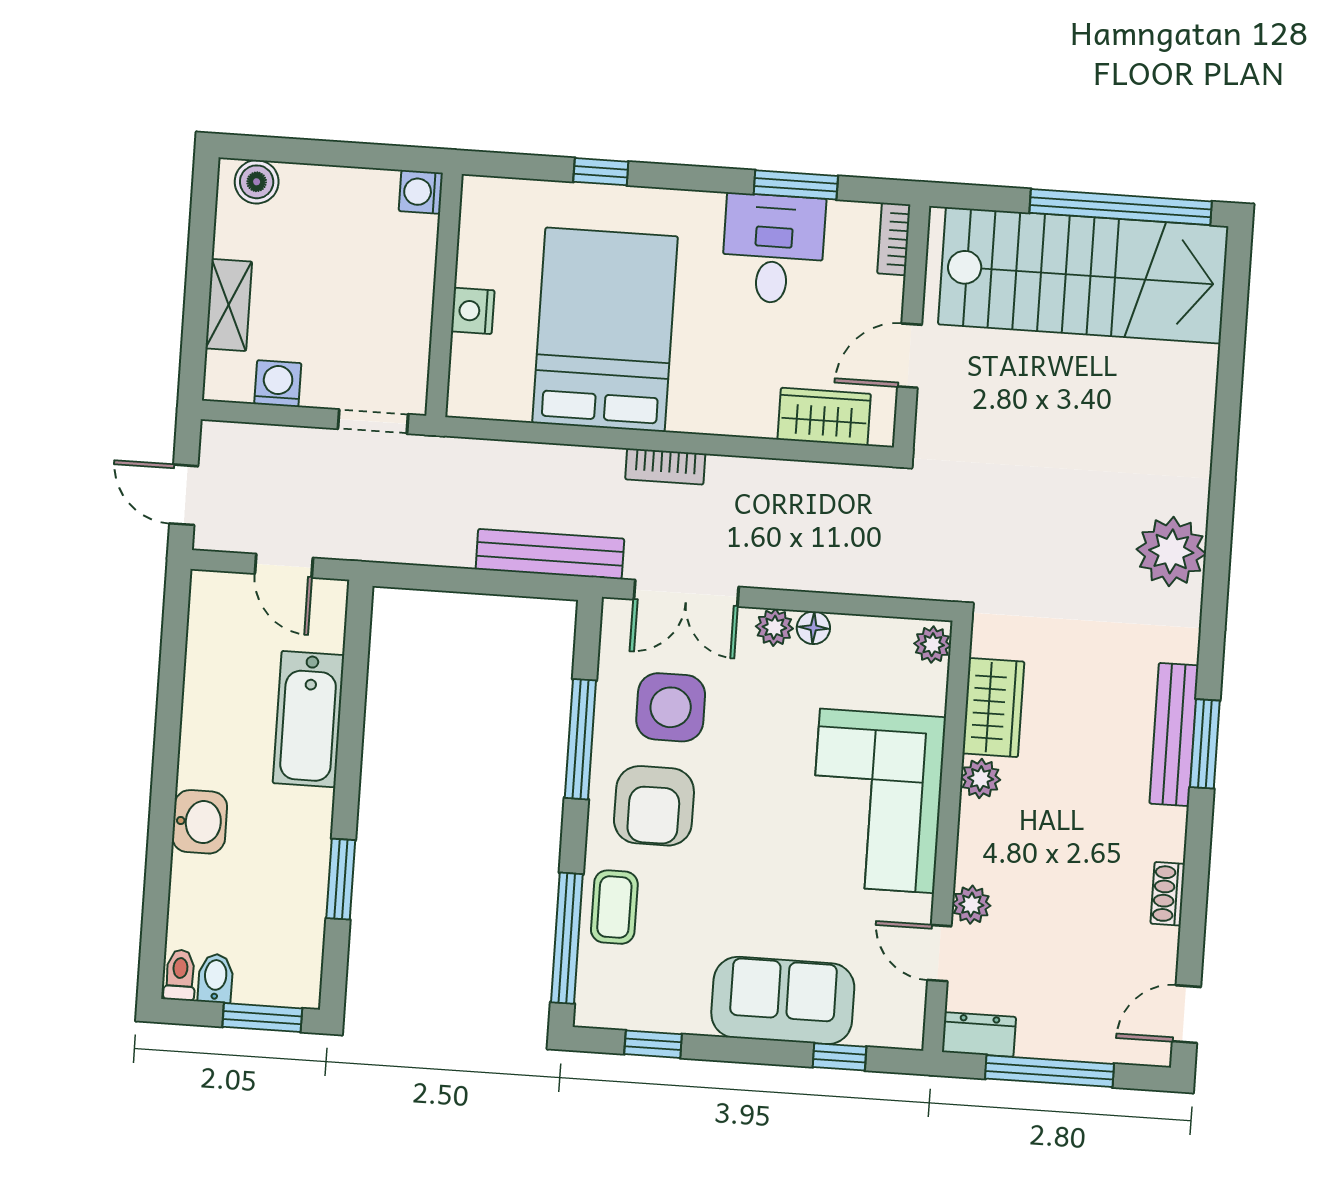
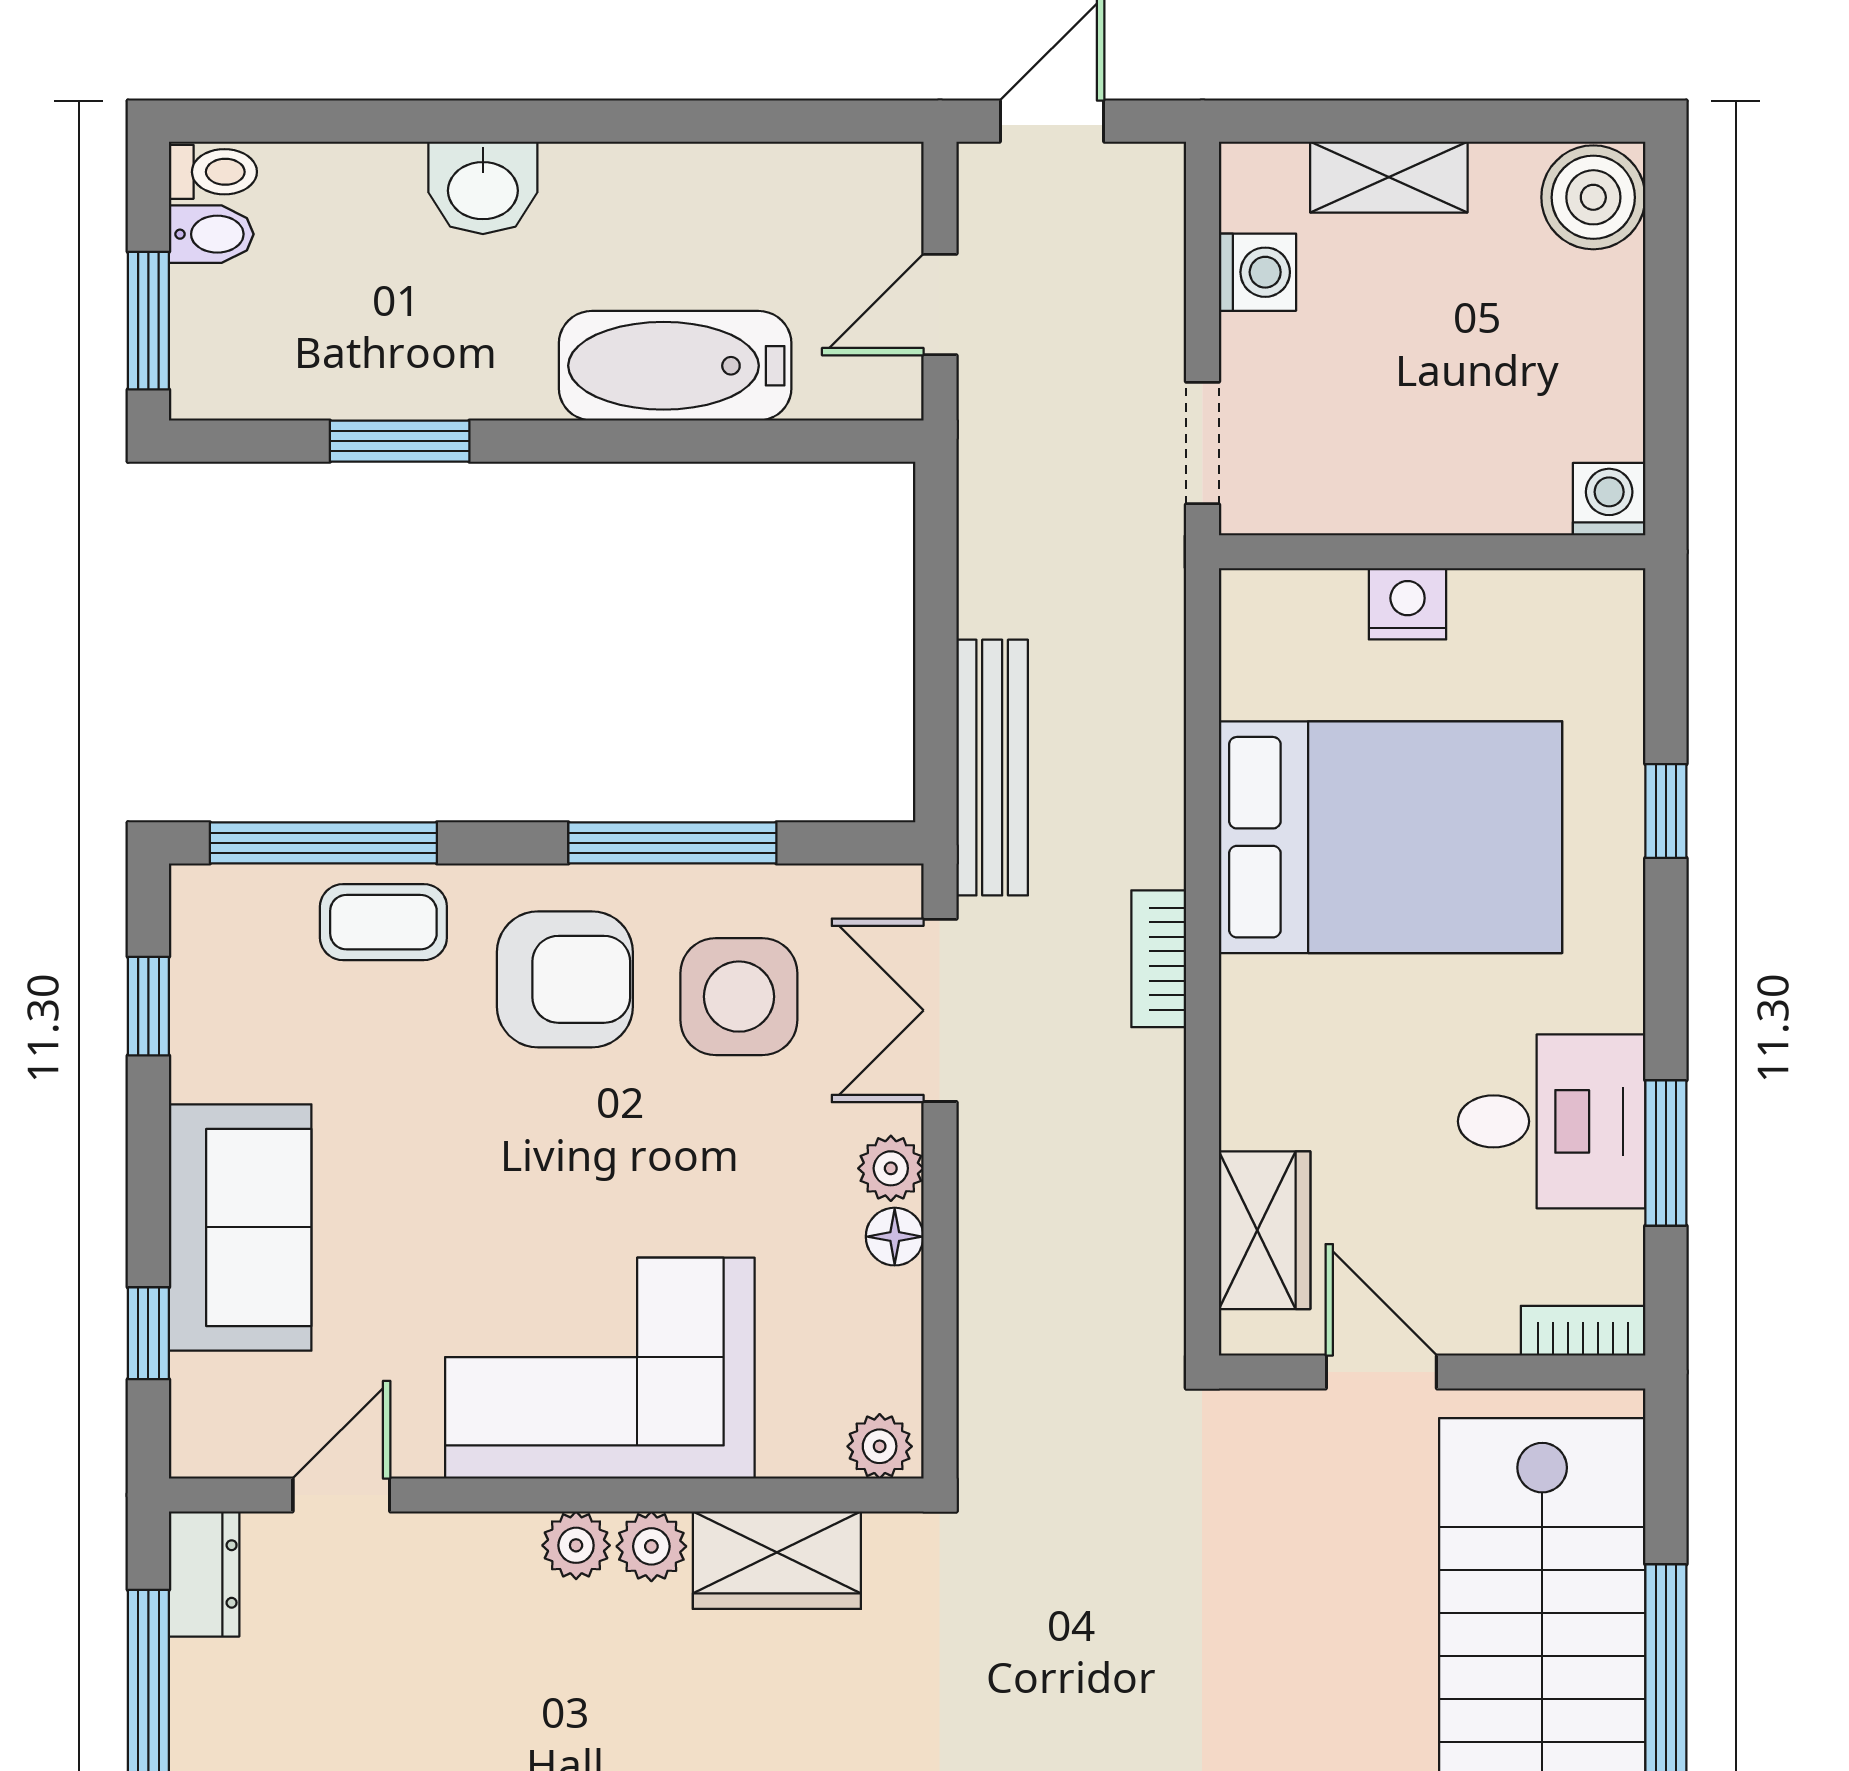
boiler: (257, 182) -> (1593, 197), width x1.36, depth x1.36
armchair: (654, 806) -> (565, 979), turned 180
plant: (971, 905) -> (576, 1545), moved

